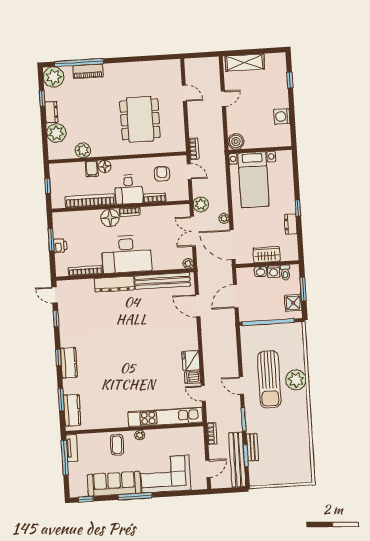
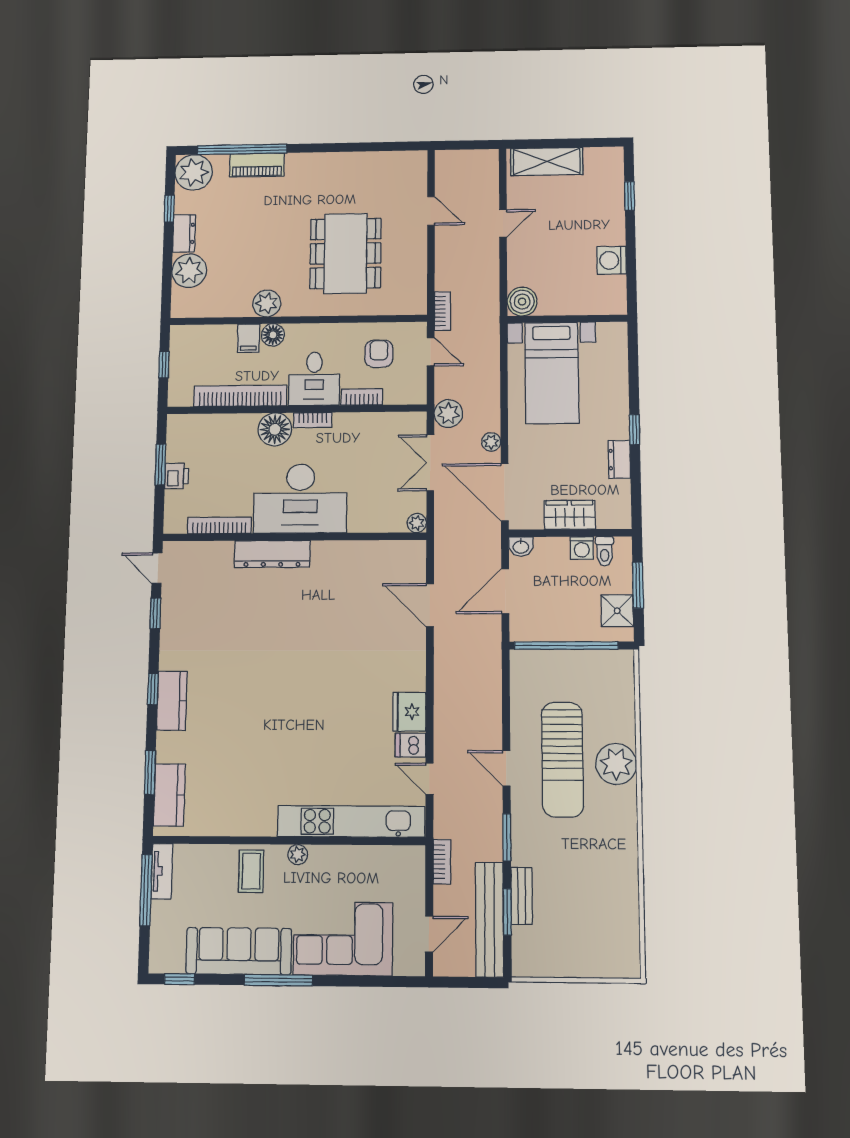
plant: (83, 150) -> (267, 303), moved
washbasin: (260, 272) -> (521, 547), moved
bench: (162, 281) -> (365, 553), removed

